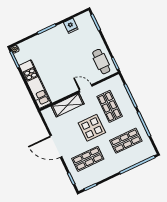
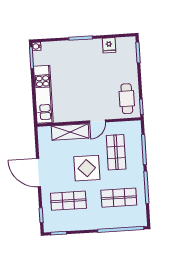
door: (86, 88) -> (97, 121), swing flipped

